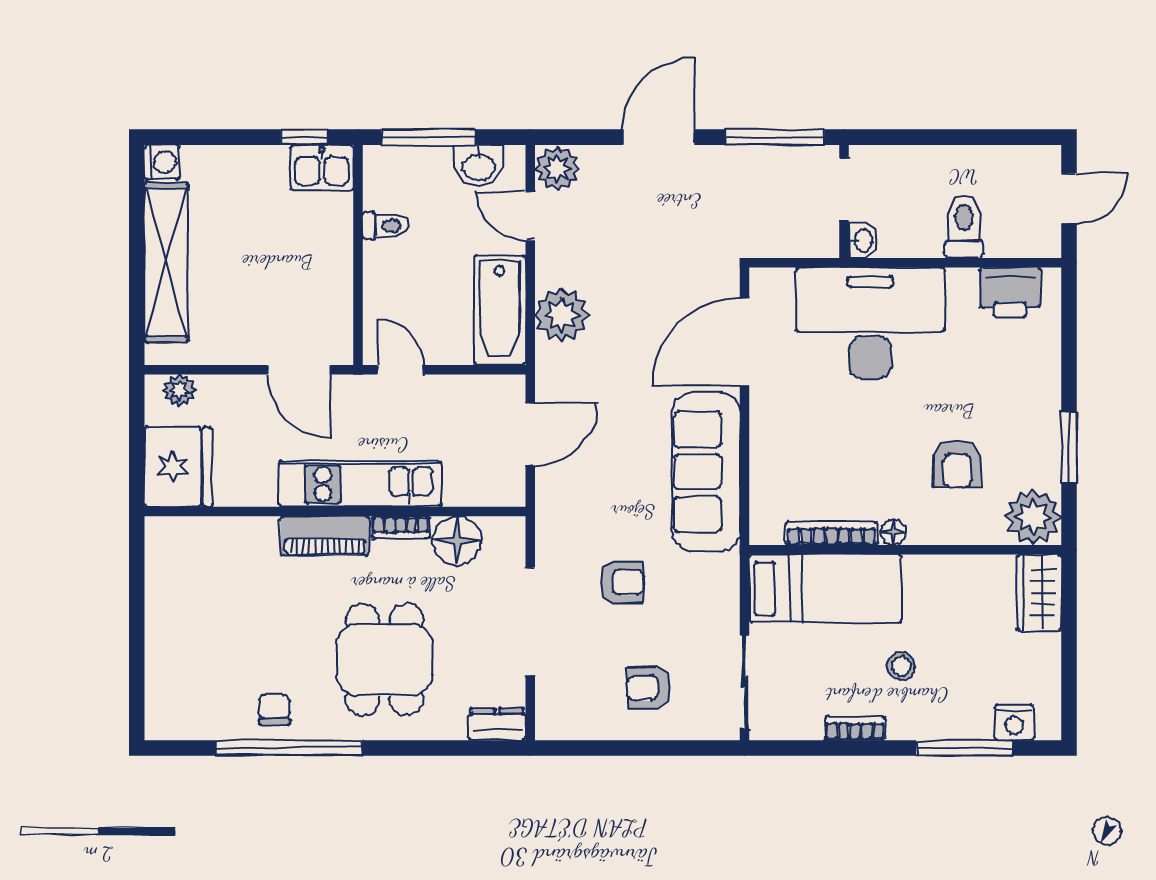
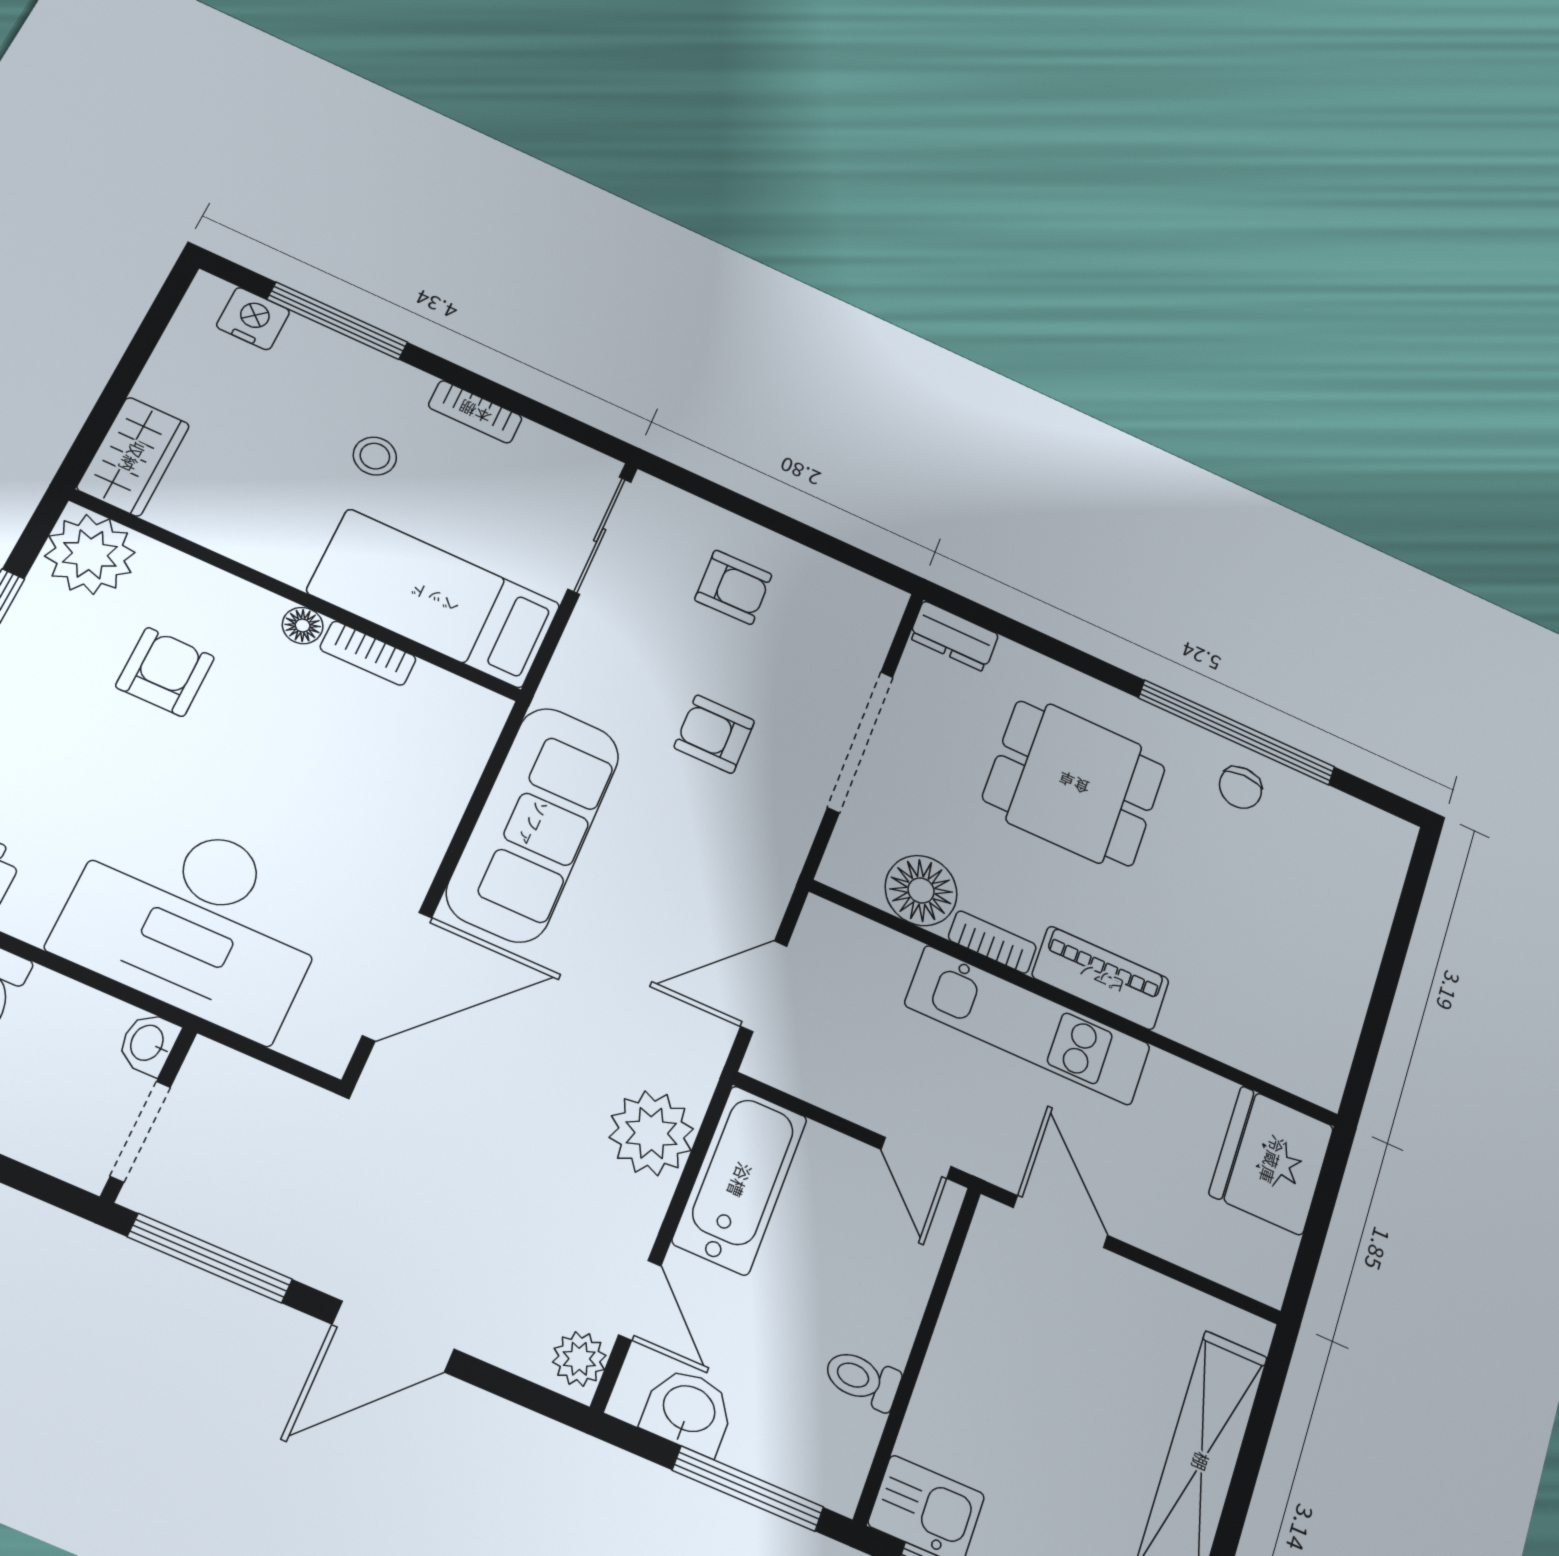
plant: (557, 169) -> (579, 1359), width x0.73, depth x0.73
plant: (179, 391) -> (1239, 1266), removed
bookcase: (831, 533) -> (368, 653), width x0.64
dining table: (385, 660) -> (1074, 783), turned 90

